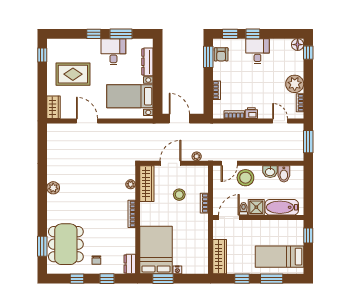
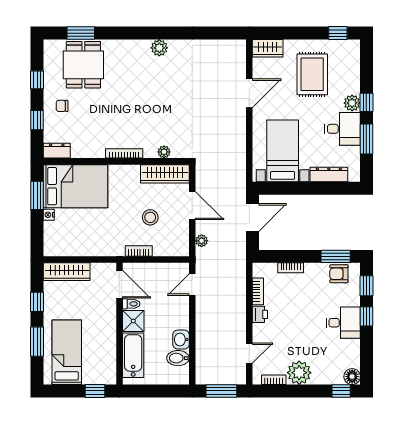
plant: (94, 45) -> (352, 103), added
door: (229, 163) -> (192, 285), hinge flipped
stool: (245, 178) -> (173, 306), removed
dining table: (66, 244) -> (83, 65), width x0.73

